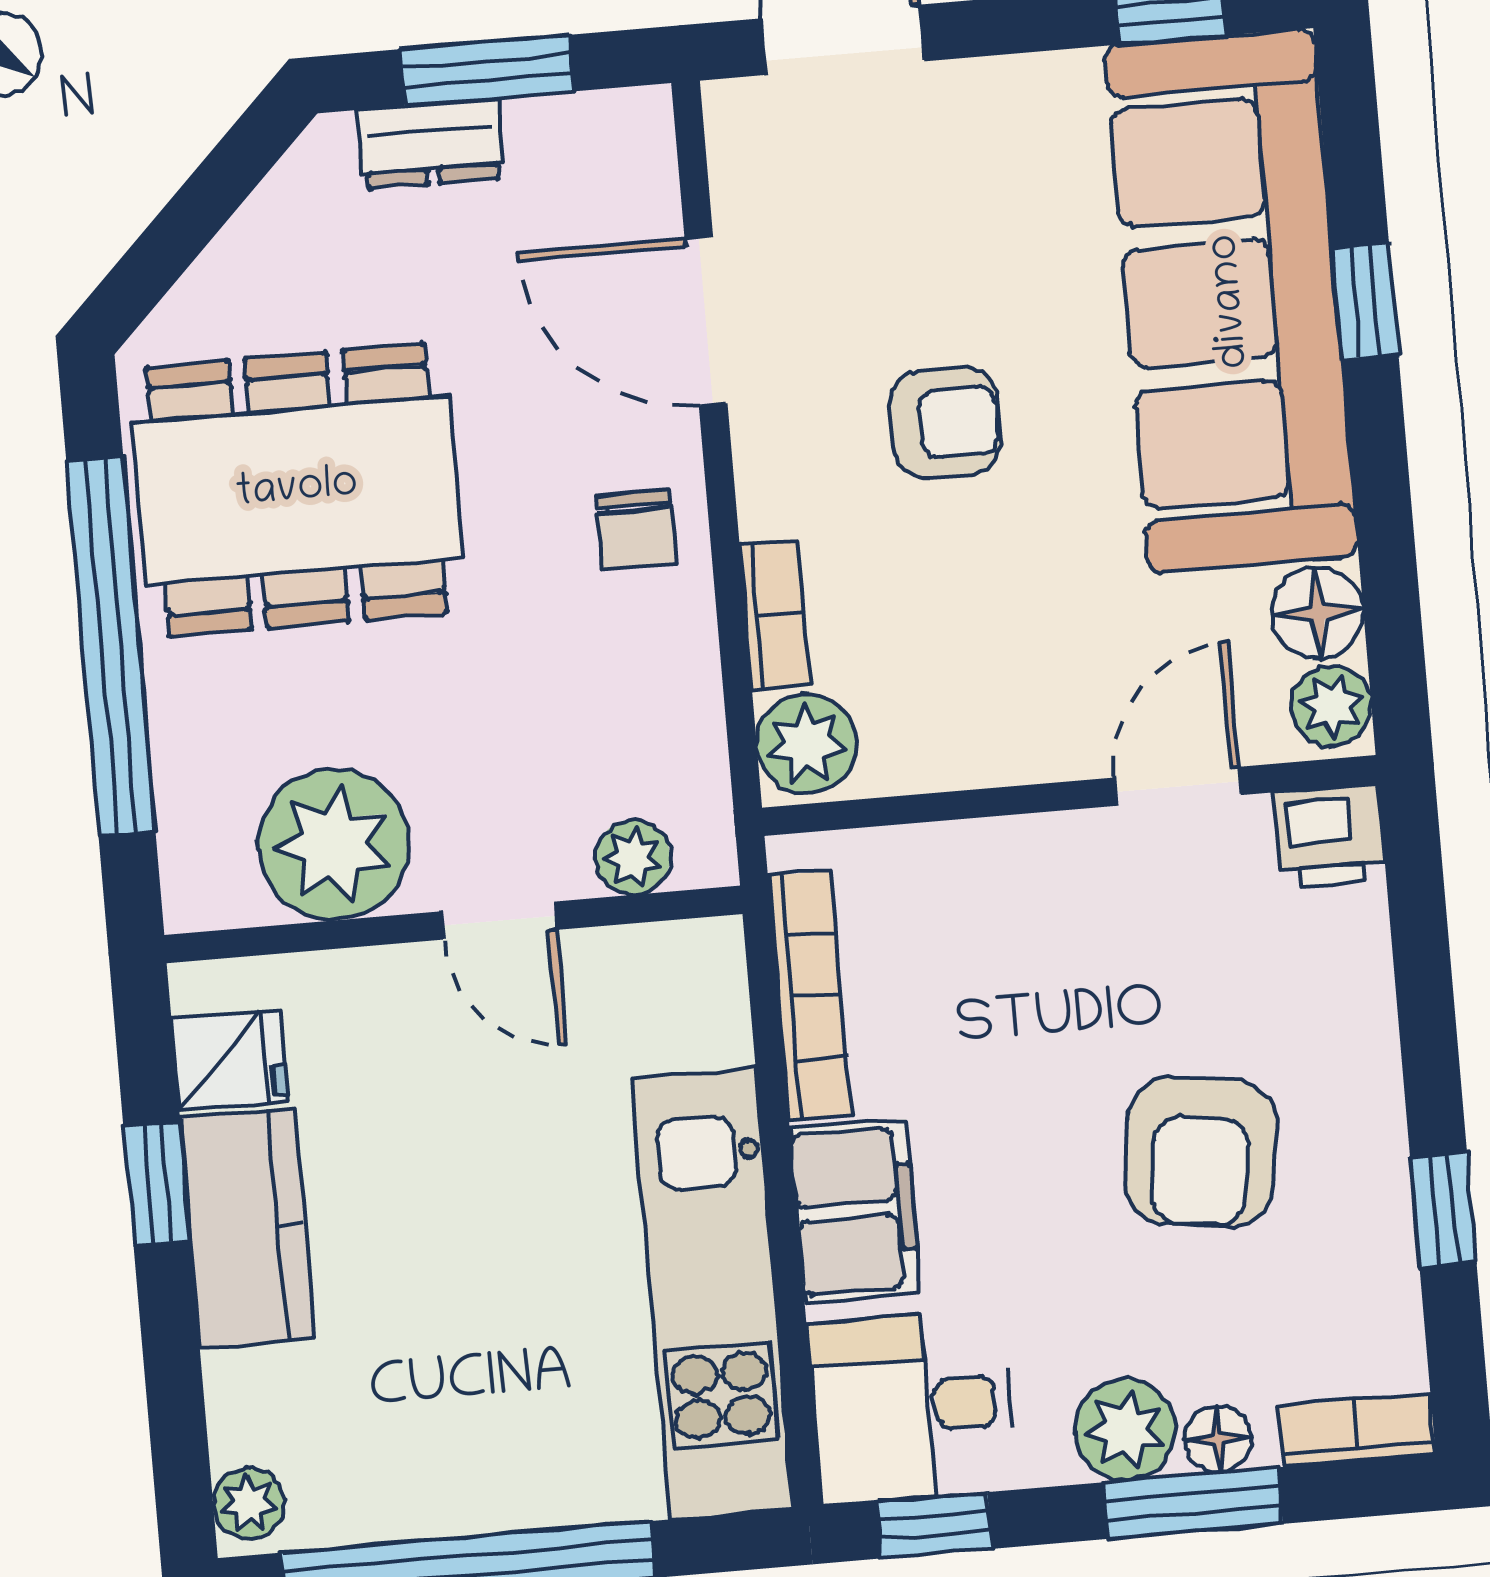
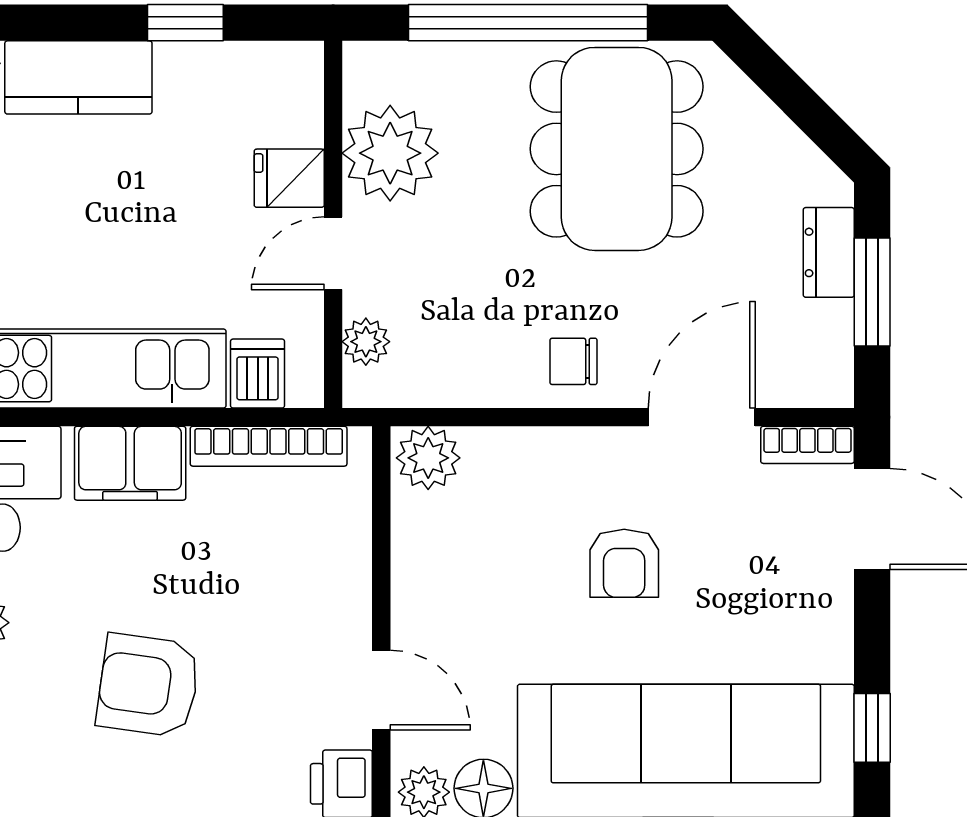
bookcase: (775, 615) -> (807, 445), moved
dishwasher: (697, 1023) -> (258, 374), added
fridge: (230, 1060) -> (289, 178), moved, turned 90
kitchen counter: (247, 1228) -> (78, 77), moved

